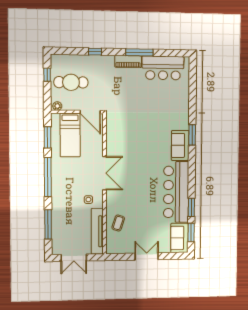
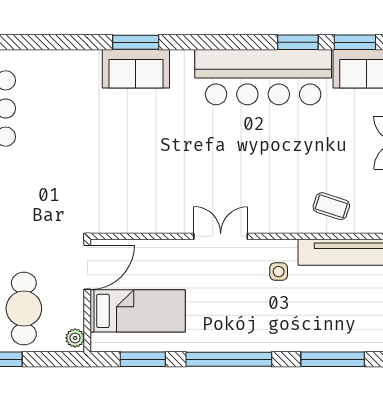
sofa: (180, 145) -> (136, 69), moved
double door: (105, 173) -> (221, 236), width x0.73

